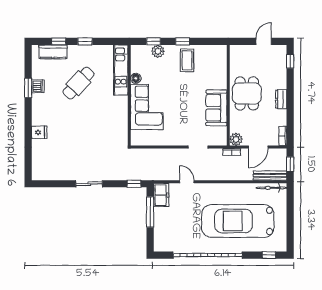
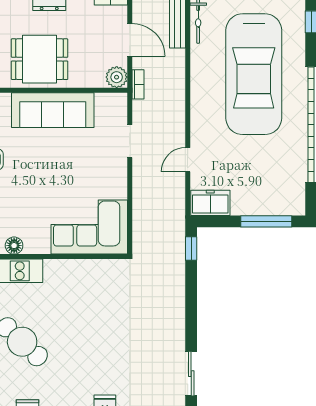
corner sofa: (147, 107) -> (89, 227), moved
sofa: (216, 108) -> (53, 110), width x1.36
sliding door: (89, 184) -> (191, 374), moved
window: (150, 212) -> (266, 221), moved

